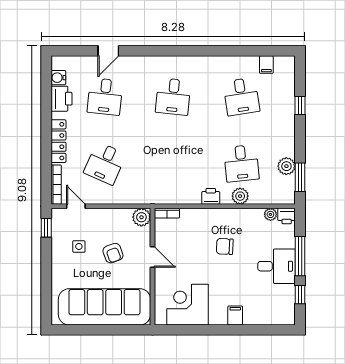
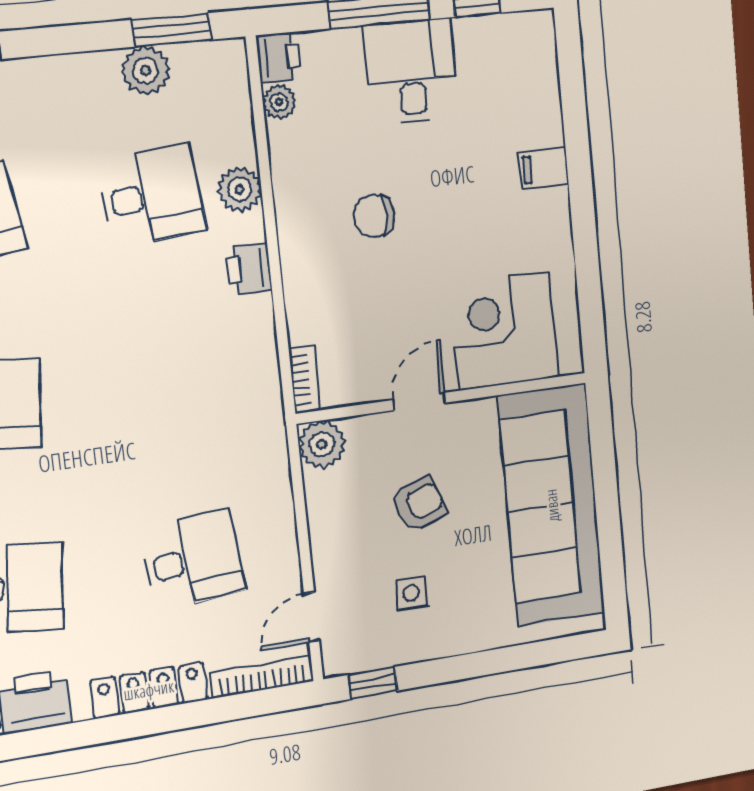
desk: (105, 163) -> (193, 560), turned -30
chair: (225, 246) -> (374, 216), turned 87
corner desk: (187, 305) -> (504, 331), moved, turned 90

